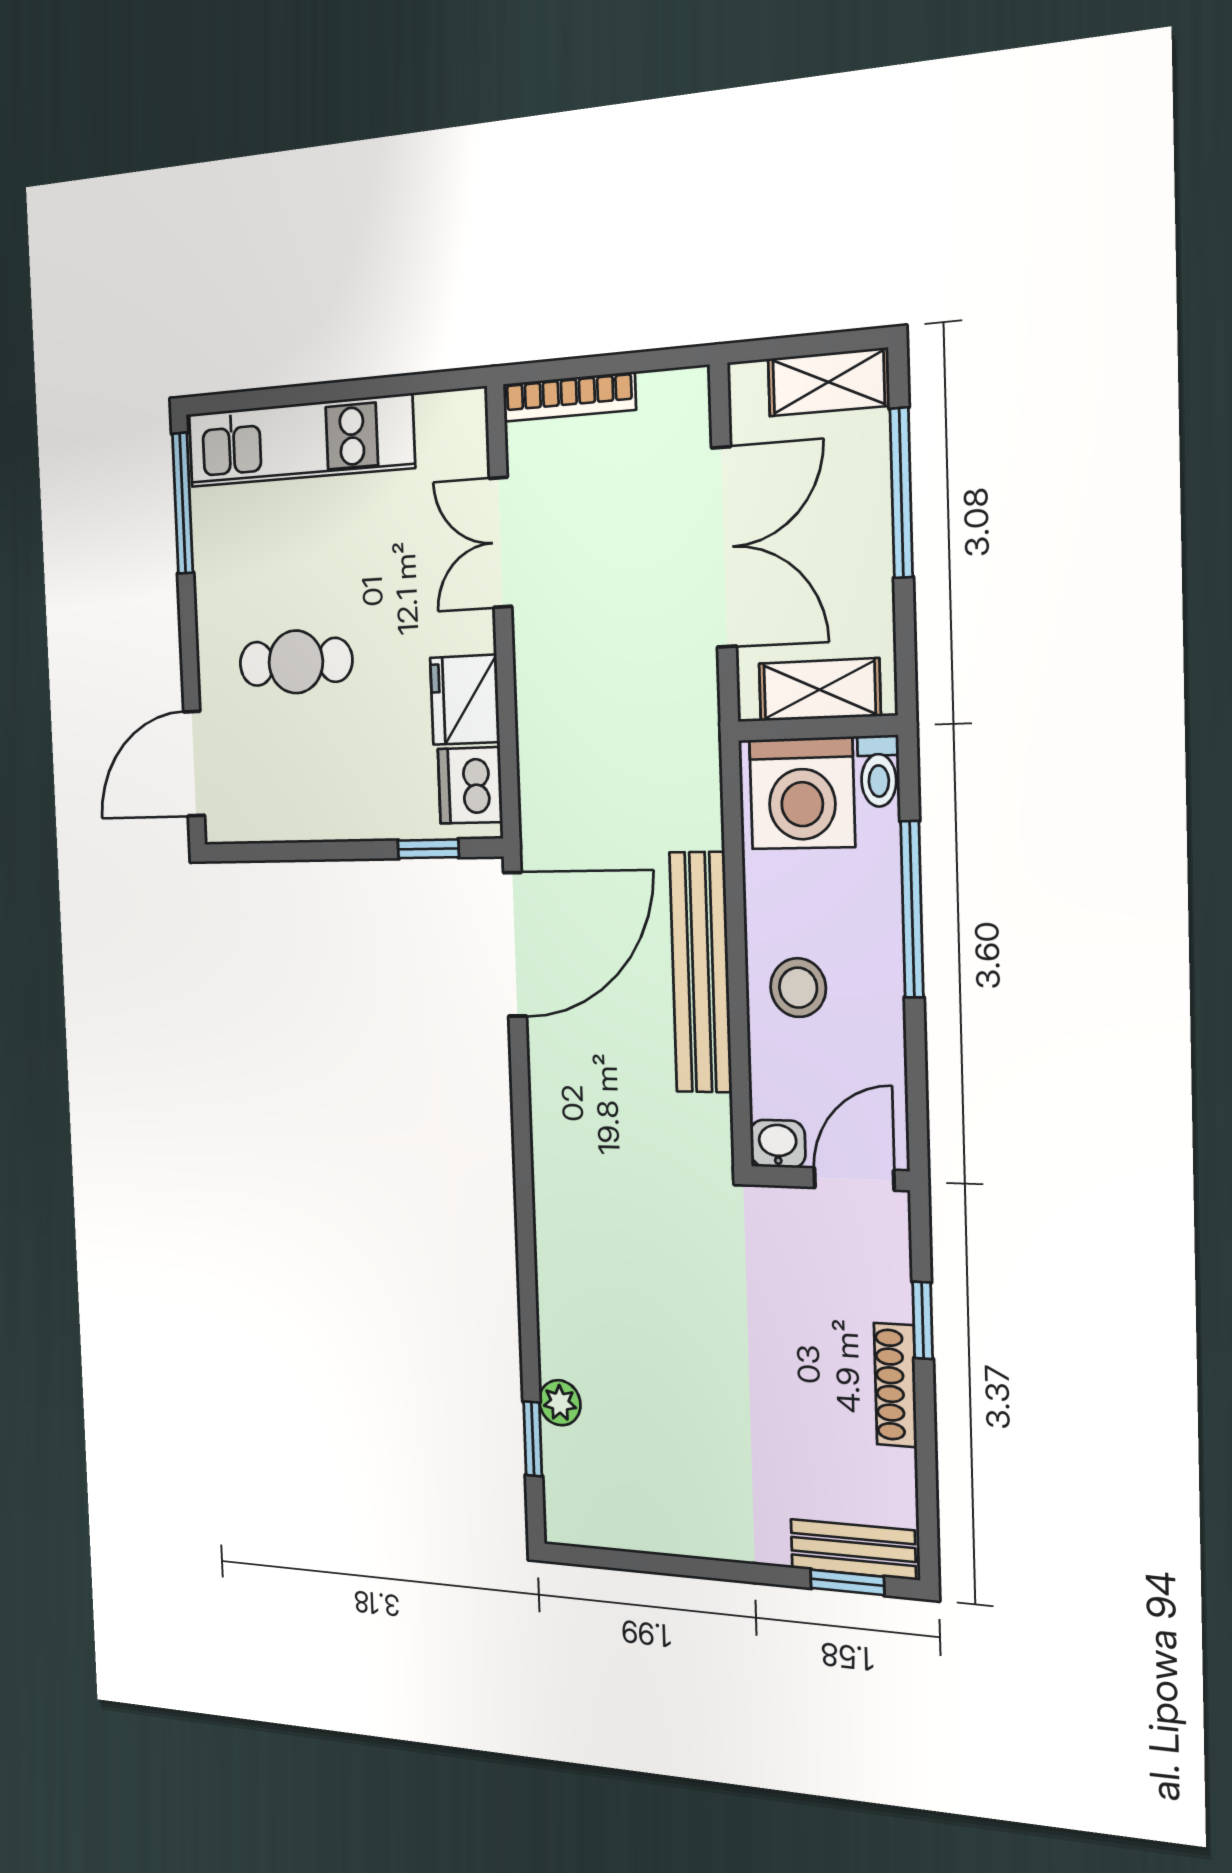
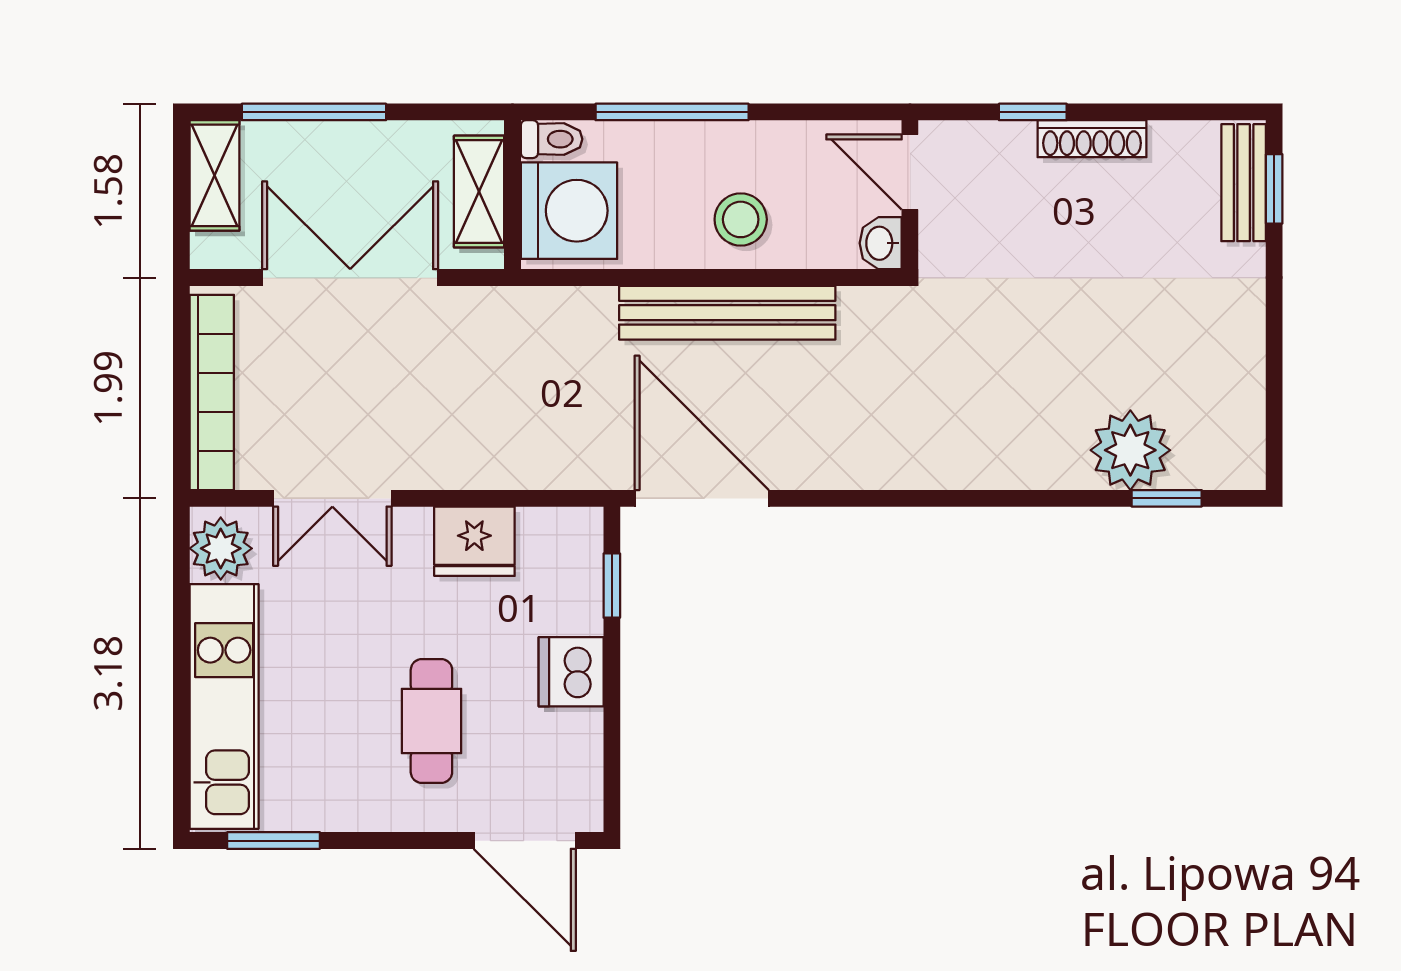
bookcase: (569, 397) -> (212, 392), width x1.48, depth x1.31
plant: (448, 424) -> (221, 548), added
window: (183, 503) -> (273, 841), width x0.69
dishwasher: (470, 785) -> (571, 672), moved, turned 90
plant: (560, 1403) -> (1130, 450), width x1.88, depth x1.88

